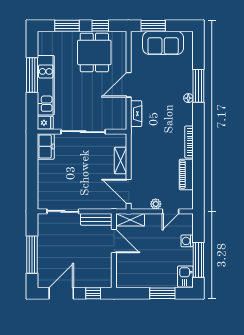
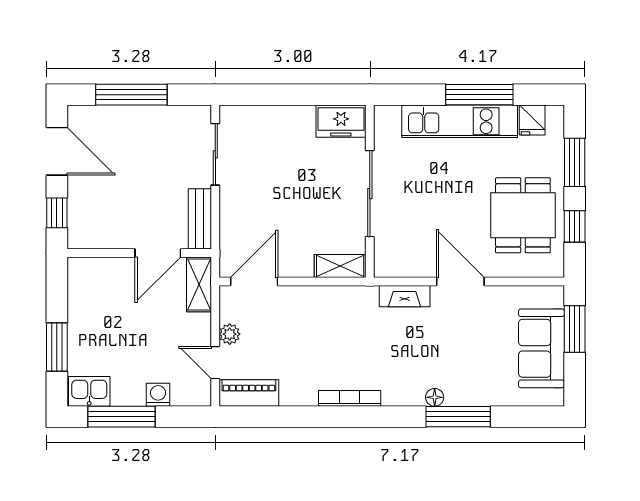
dining table: (94, 52) -> (523, 215), turned 90
fridge: (45, 123) -> (532, 120), moved
shelving: (121, 160) -> (340, 266), moved
piano: (186, 174) -> (249, 393), moved

